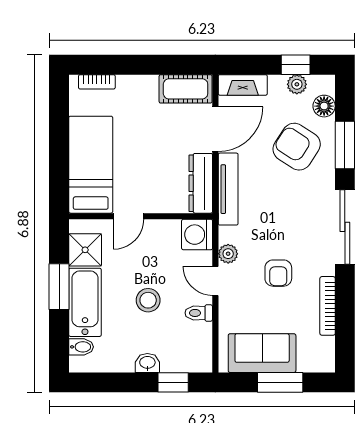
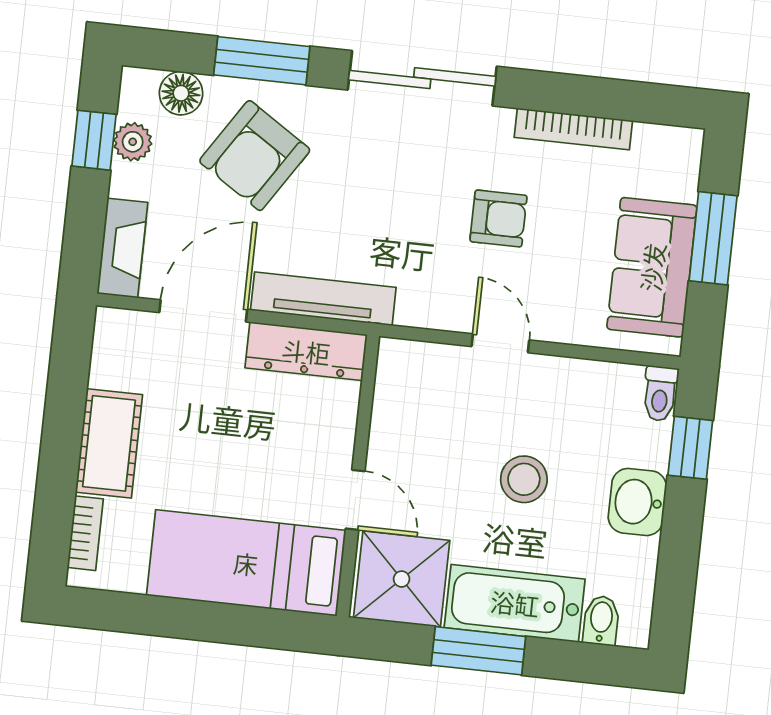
cot: (186, 89) -> (109, 443), moved
door: (215, 129) -> (203, 311), hinge flipped
washing machine: (197, 235) -> (406, 369), removed
shower: (85, 250) -> (402, 579), width x1.36, depth x1.36
plant: (228, 254) -> (450, 313), removed
door: (215, 281) -> (500, 343), swing flipped
toilet: (199, 313) -> (660, 394), moved
washbasin: (147, 363) -> (637, 502), width x1.38, depth x1.45

